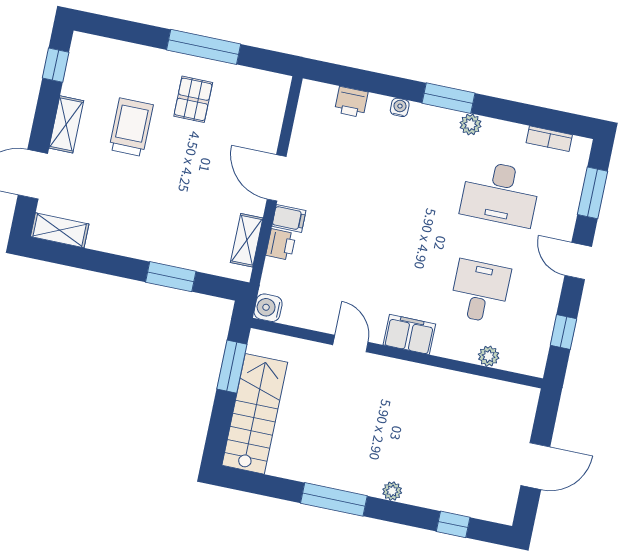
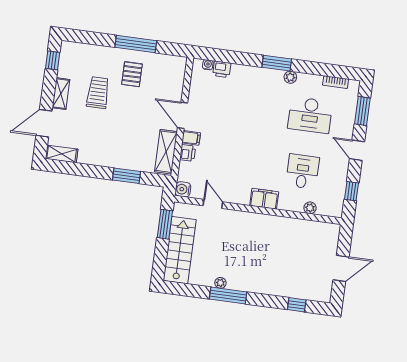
water cooler: (400, 107) -> (208, 65), moved
shelving: (247, 240) -> (166, 152), width x1.50, depth x1.33
door: (350, 343) -> (213, 204), moved
plant: (392, 491) -> (220, 283), moved

